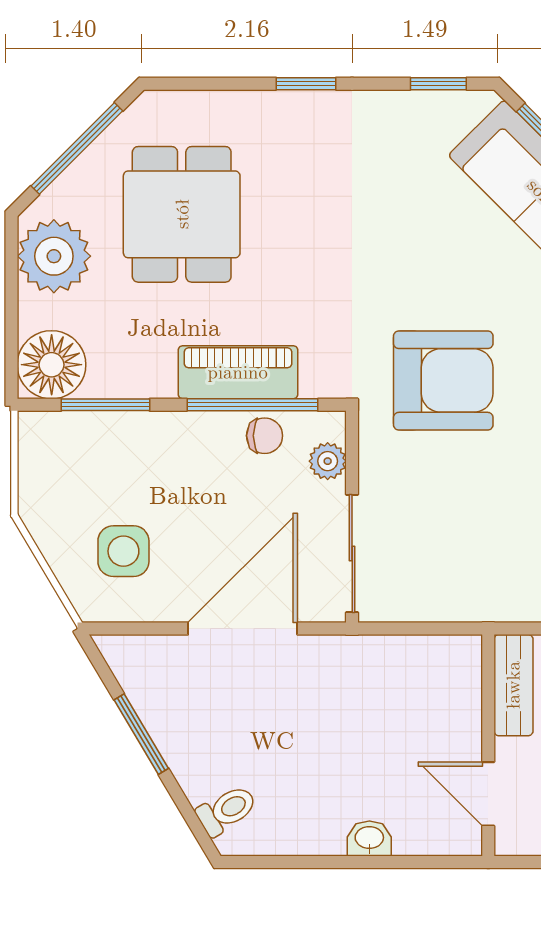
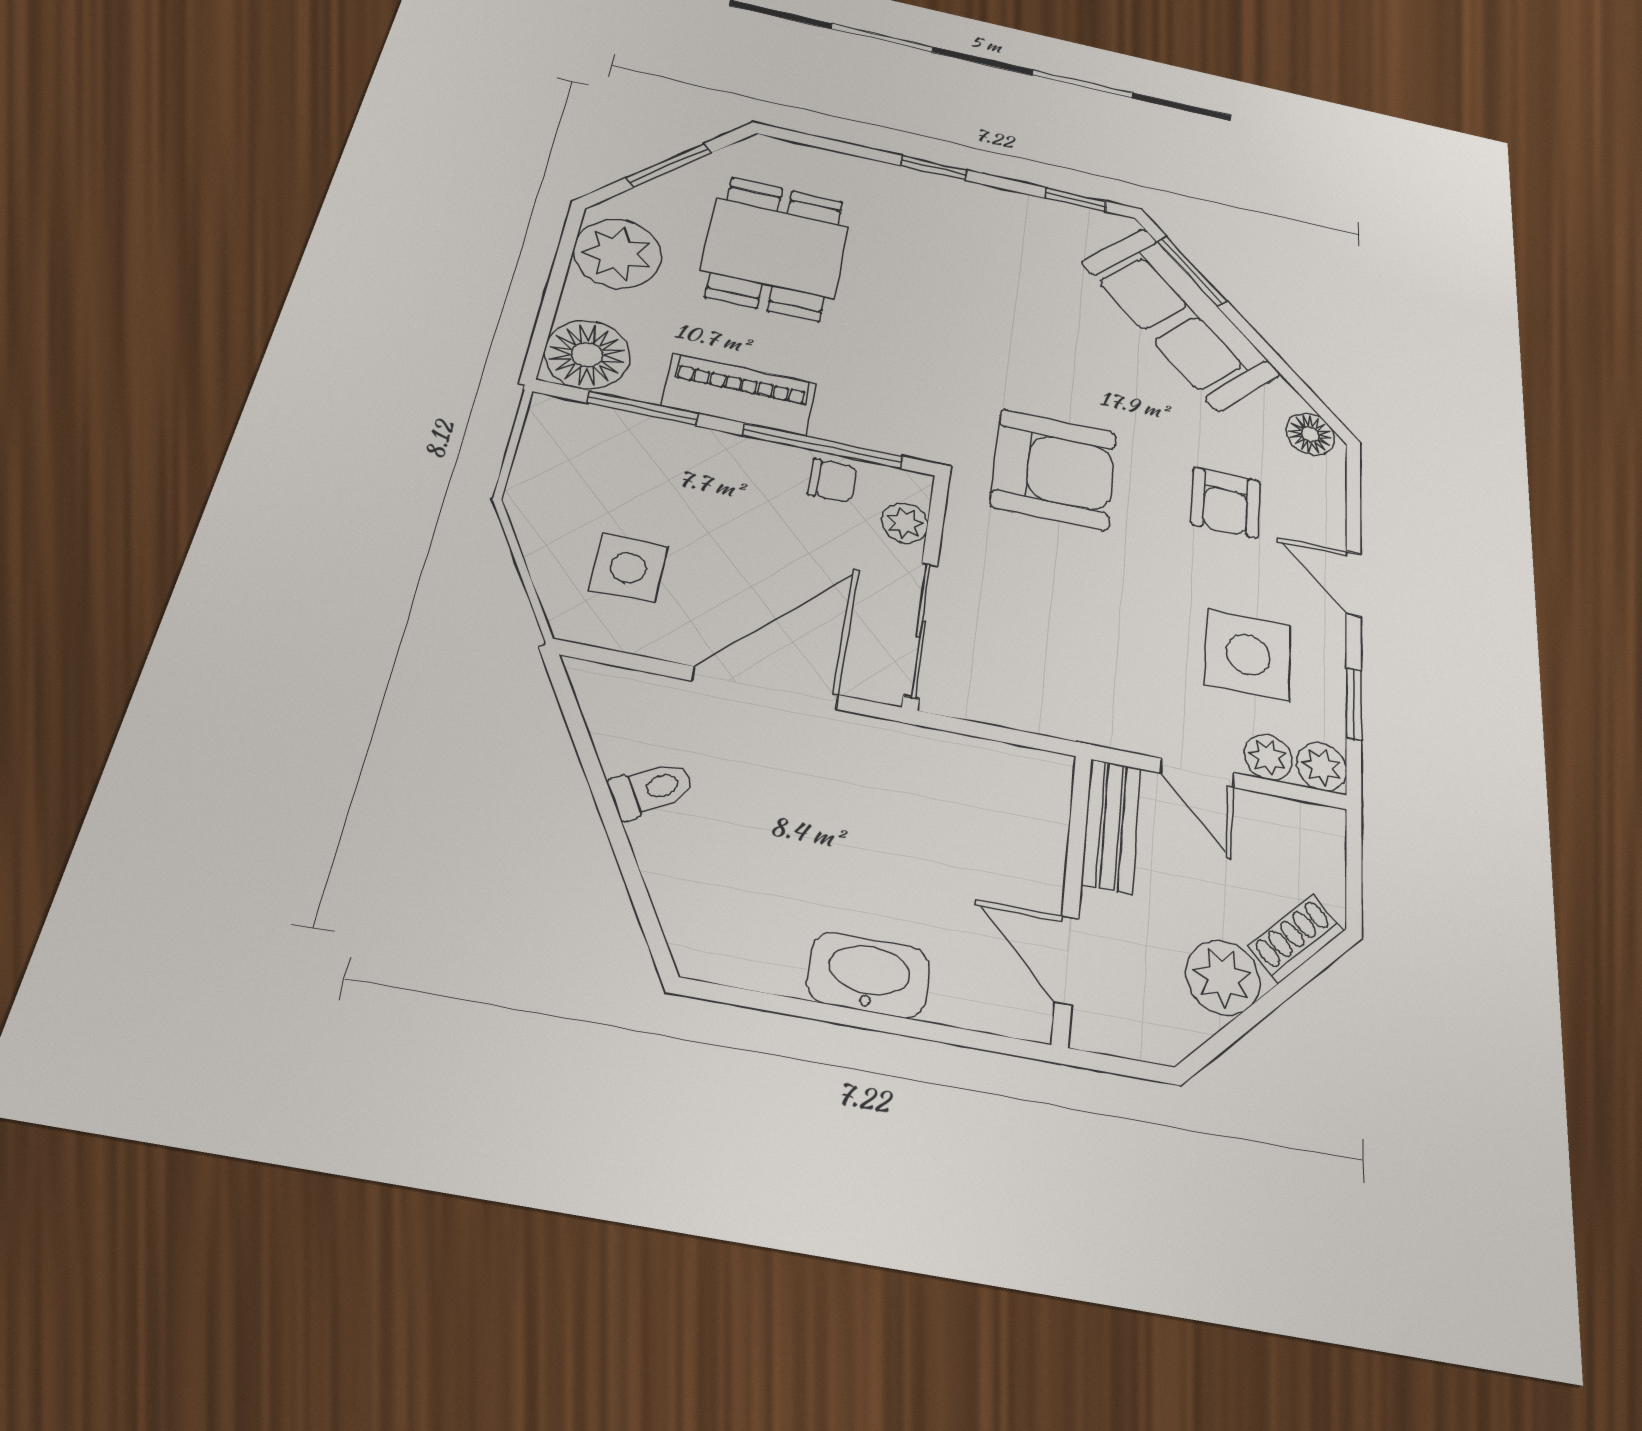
window: (77, 148) -> (669, 165), width x0.69
piano: (238, 372) -> (739, 395), moved
window: (141, 734) -> (601, 791), removed
toilet: (227, 810) -> (651, 789), moved
washbasin: (369, 839) -> (869, 975), width x1.91, depth x1.45

